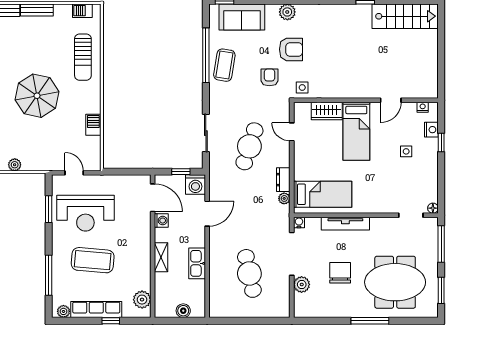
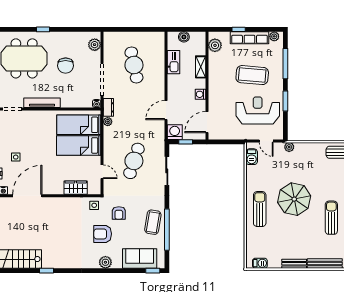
sun lounger: (83, 57) -> (260, 209), moved
door: (391, 100) -> (27, 196), width x1.87
barbecue: (93, 125) -> (252, 157), moved
bed: (356, 131) -> (79, 145), moved, turned -90
plant: (15, 165) -> (289, 147), moved
dresser: (283, 180) -> (108, 107), moved
door: (153, 198) -> (207, 122), hinge flipped
window: (49, 209) -> (285, 101), moved
washing machine: (161, 221) -> (200, 94), moved
tv unit: (345, 224) -> (42, 103), moved
shelving: (161, 257) -> (201, 67), moved
kitchen sink: (197, 263) -> (173, 62), moved
plant: (302, 284) -> (95, 45), moved
window: (370, 321) -> (43, 29), width x0.46

